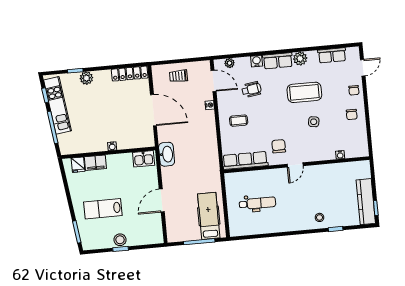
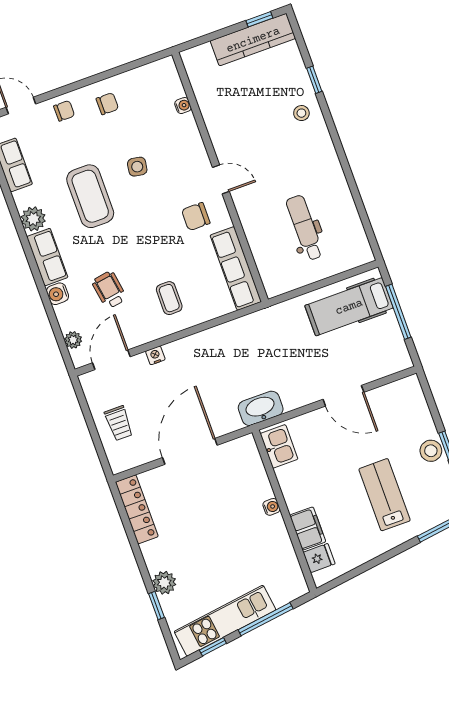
lab bench: (103, 209) -> (385, 495), turned 180

